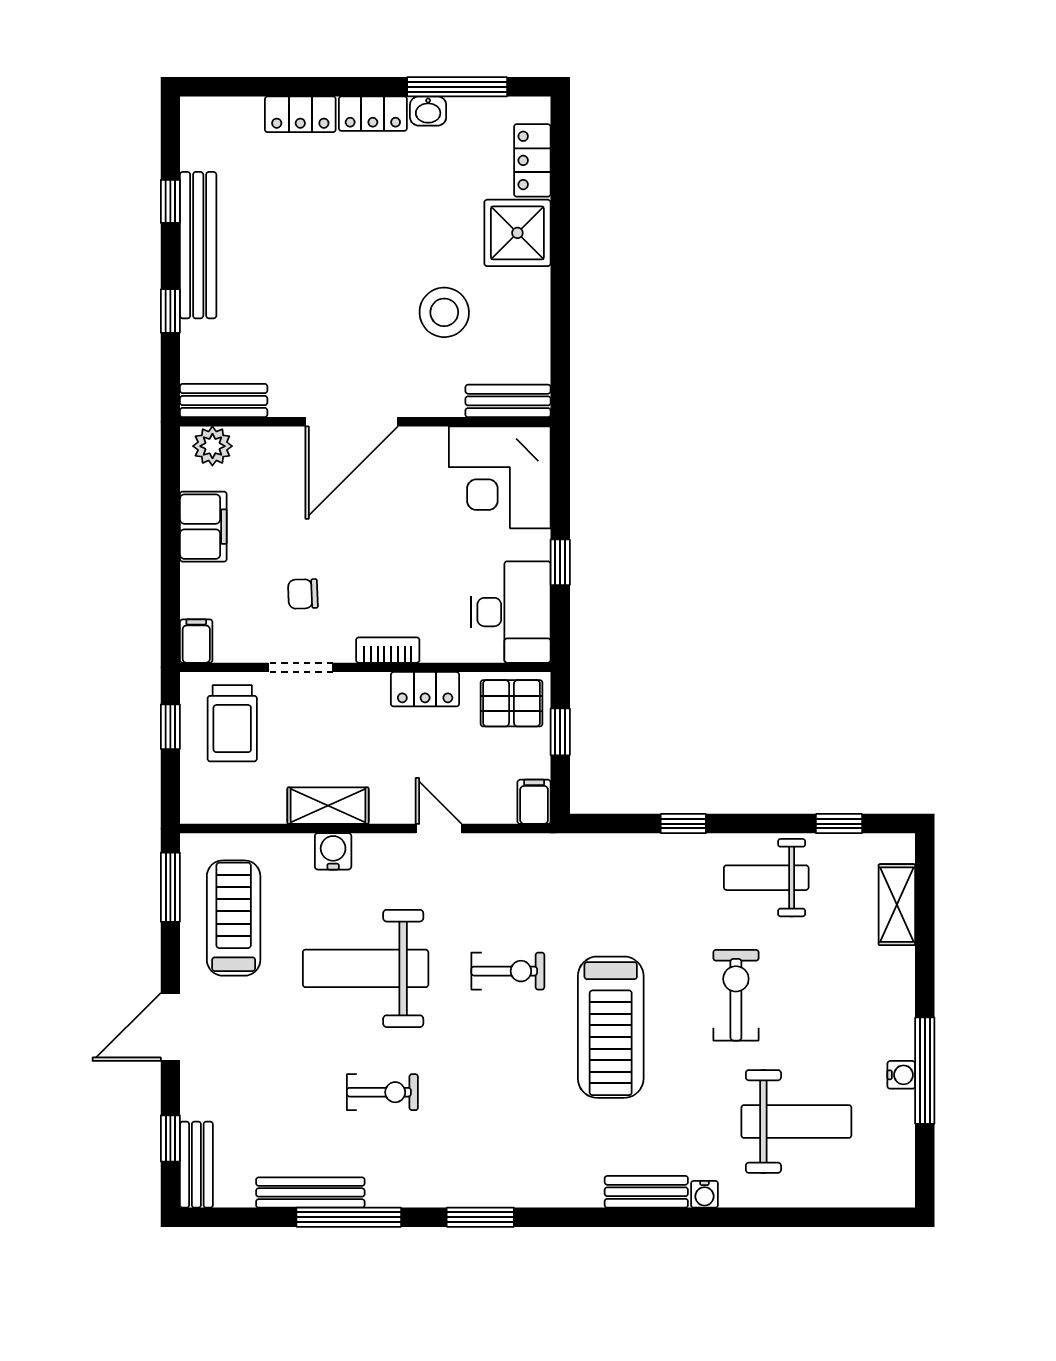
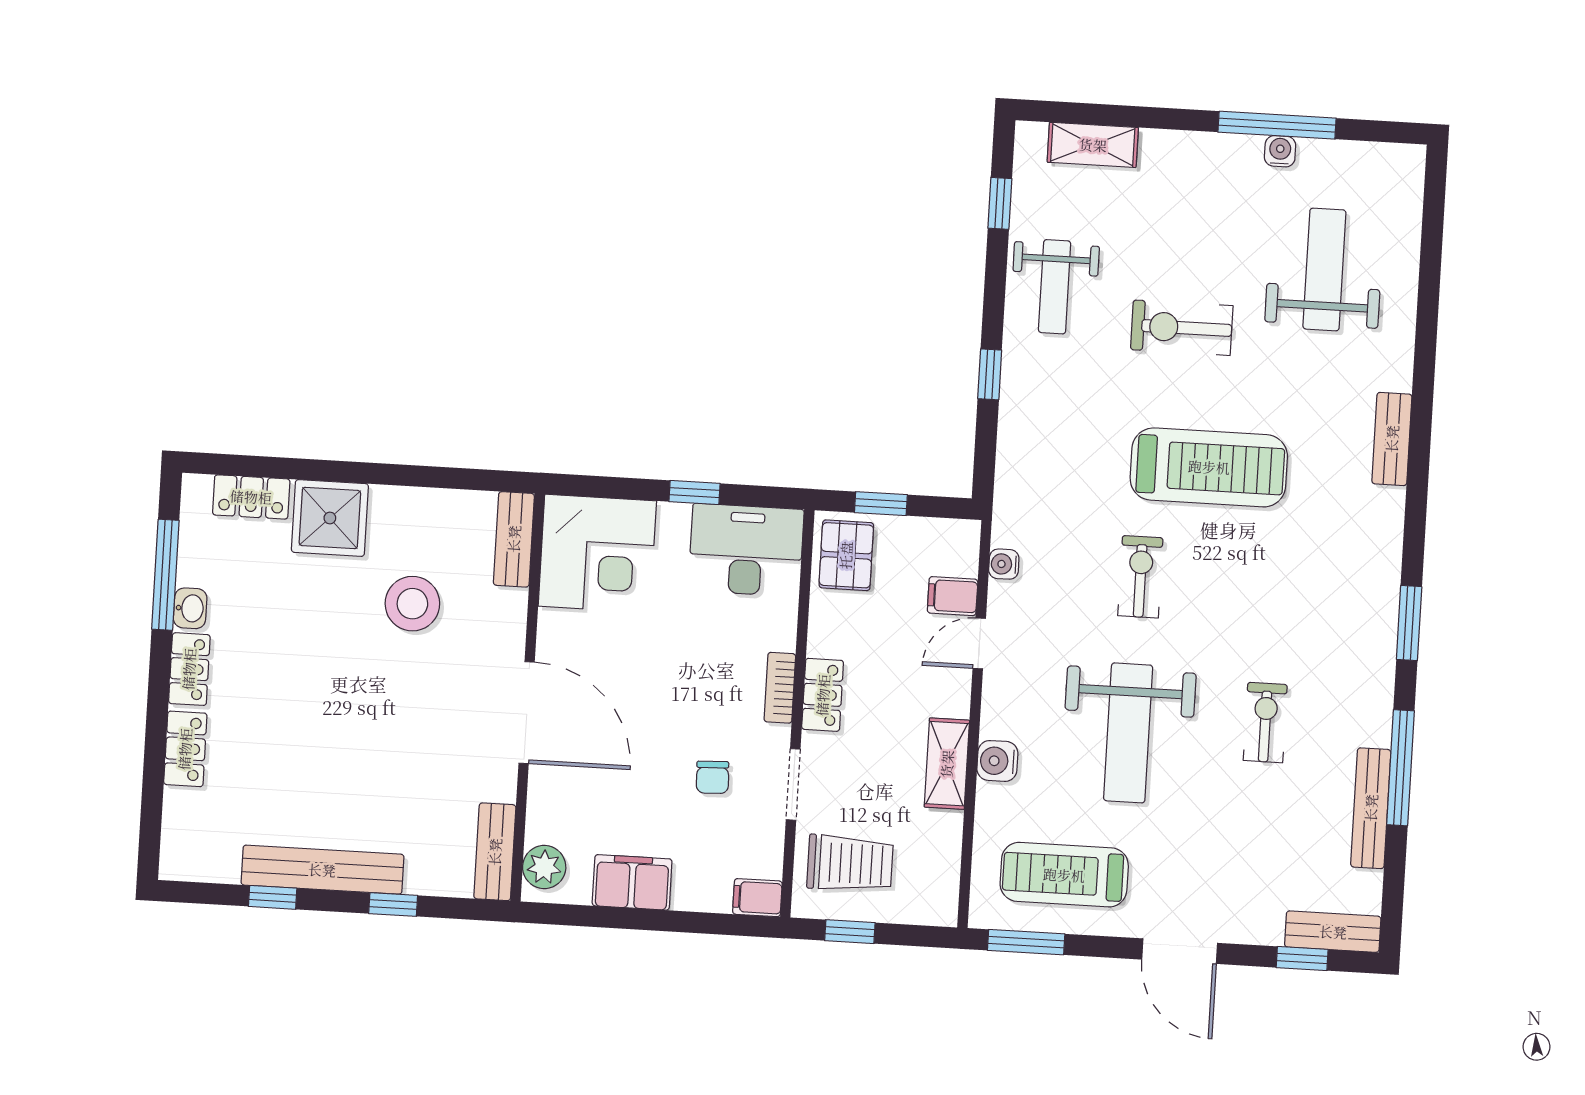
locker: (425, 689) -> (823, 695), moved
filing cabinet: (534, 802) -> (953, 596), moved
water cooler: (704, 1194) -> (1004, 564), moved, turned 180

